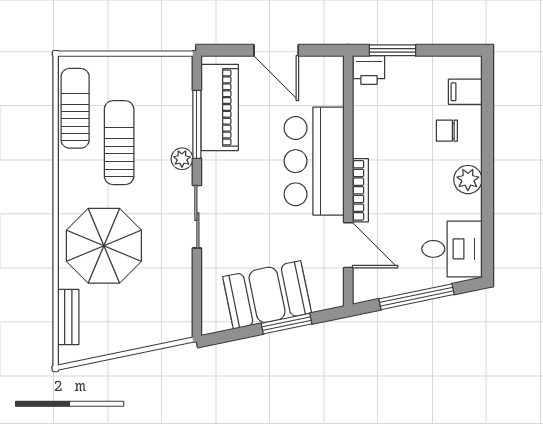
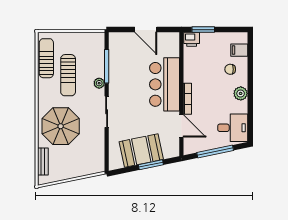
piano: (220, 107) -> (118, 58), removed
sun lounger: (119, 143) -> (68, 75), turned 180

